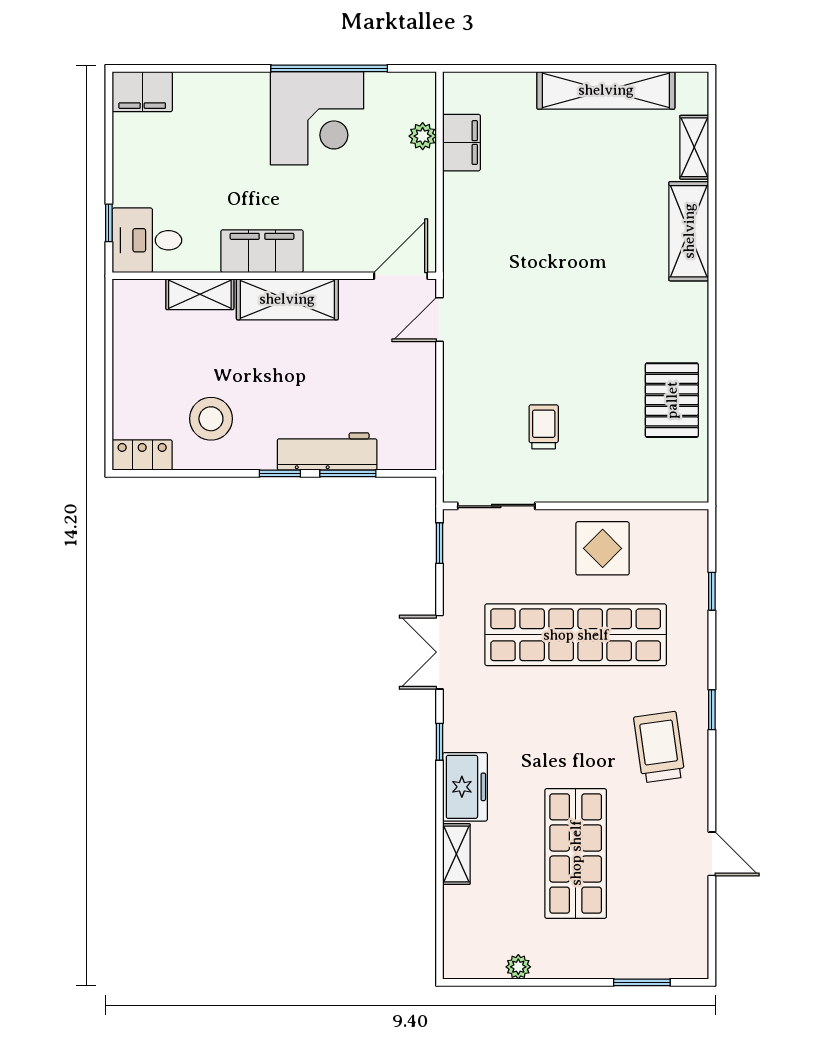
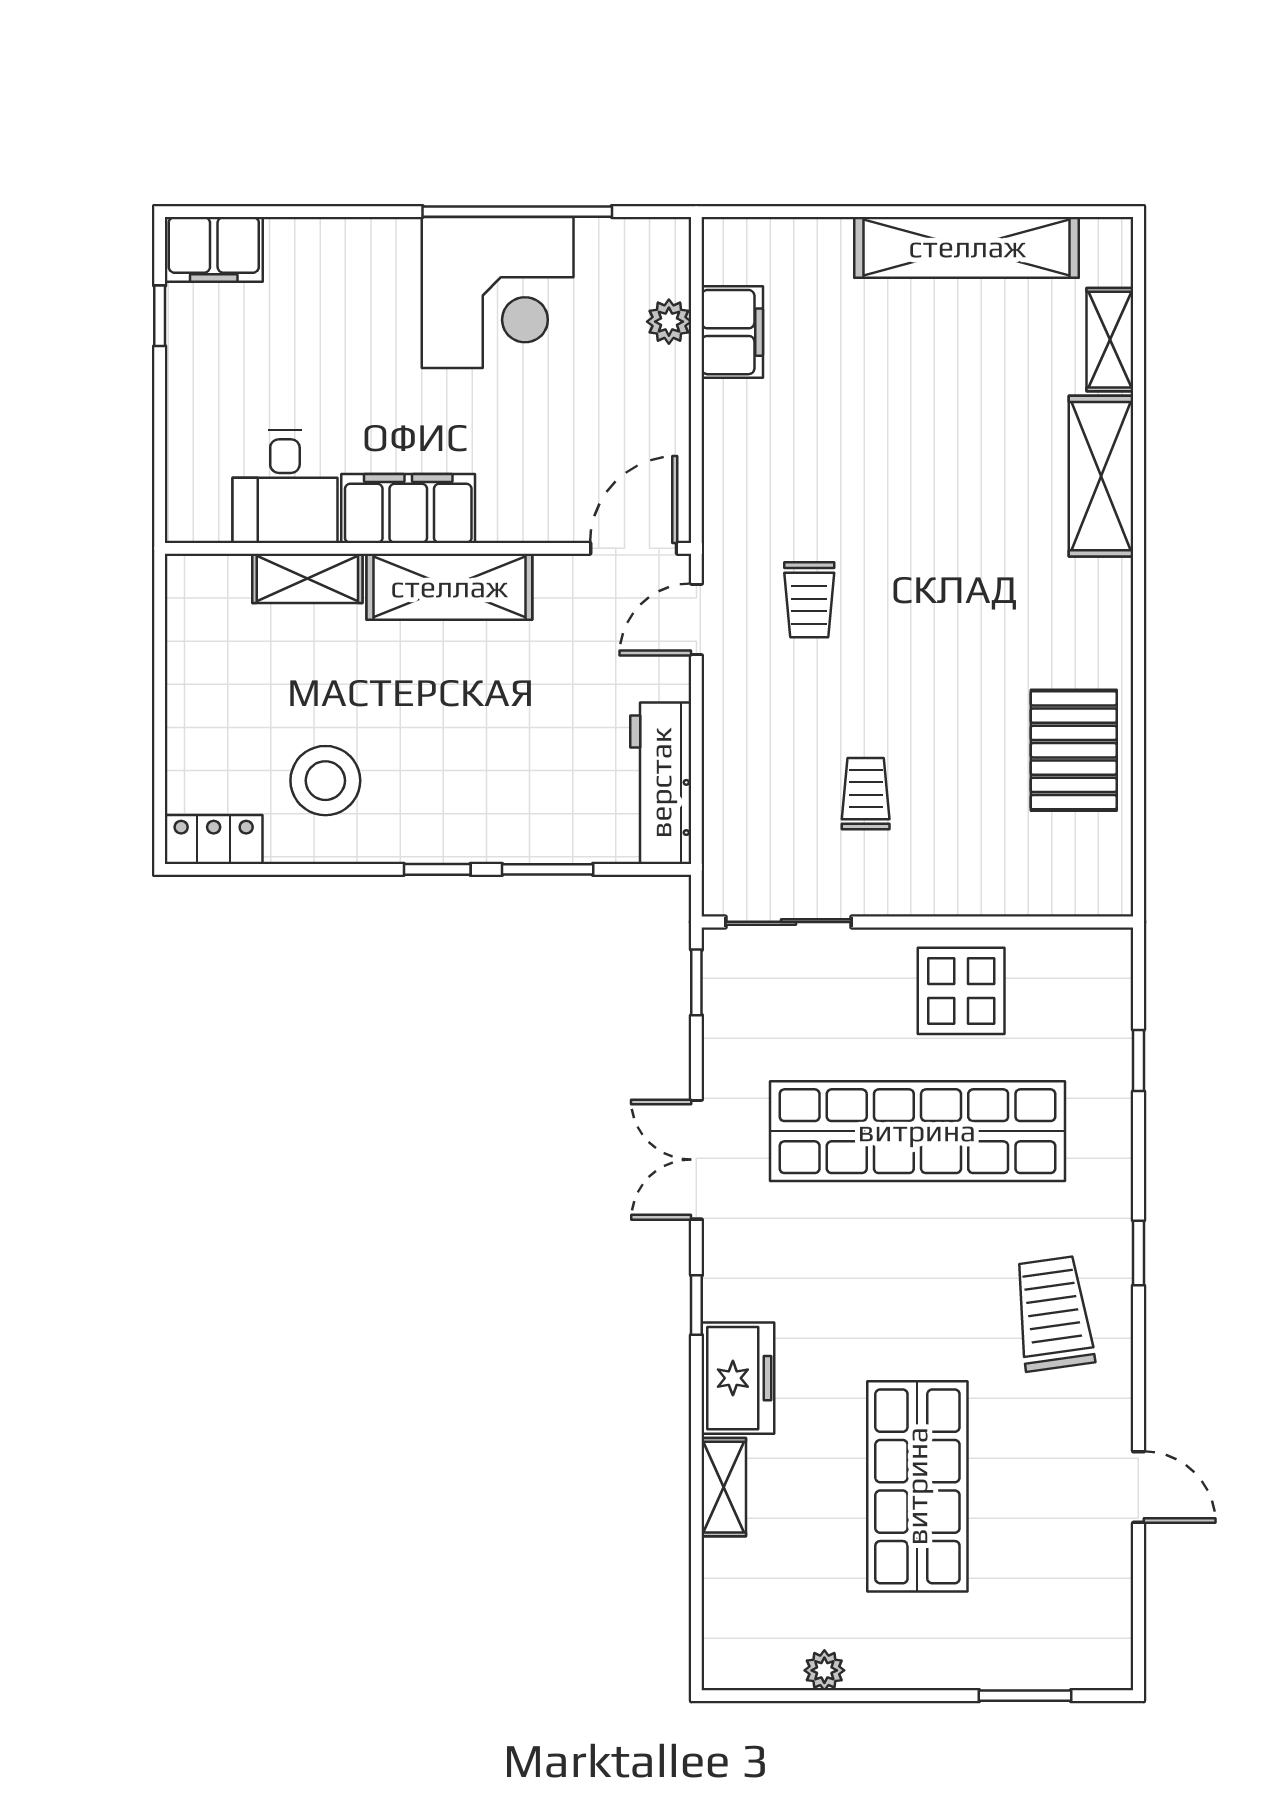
window: (109, 223) -> (160, 316), moved
desk: (147, 240) -> (285, 487), moved, turned -90
trolley: (509, 307) -> (809, 600), added
workbench: (327, 452) -> (661, 783), moved, turned -90

